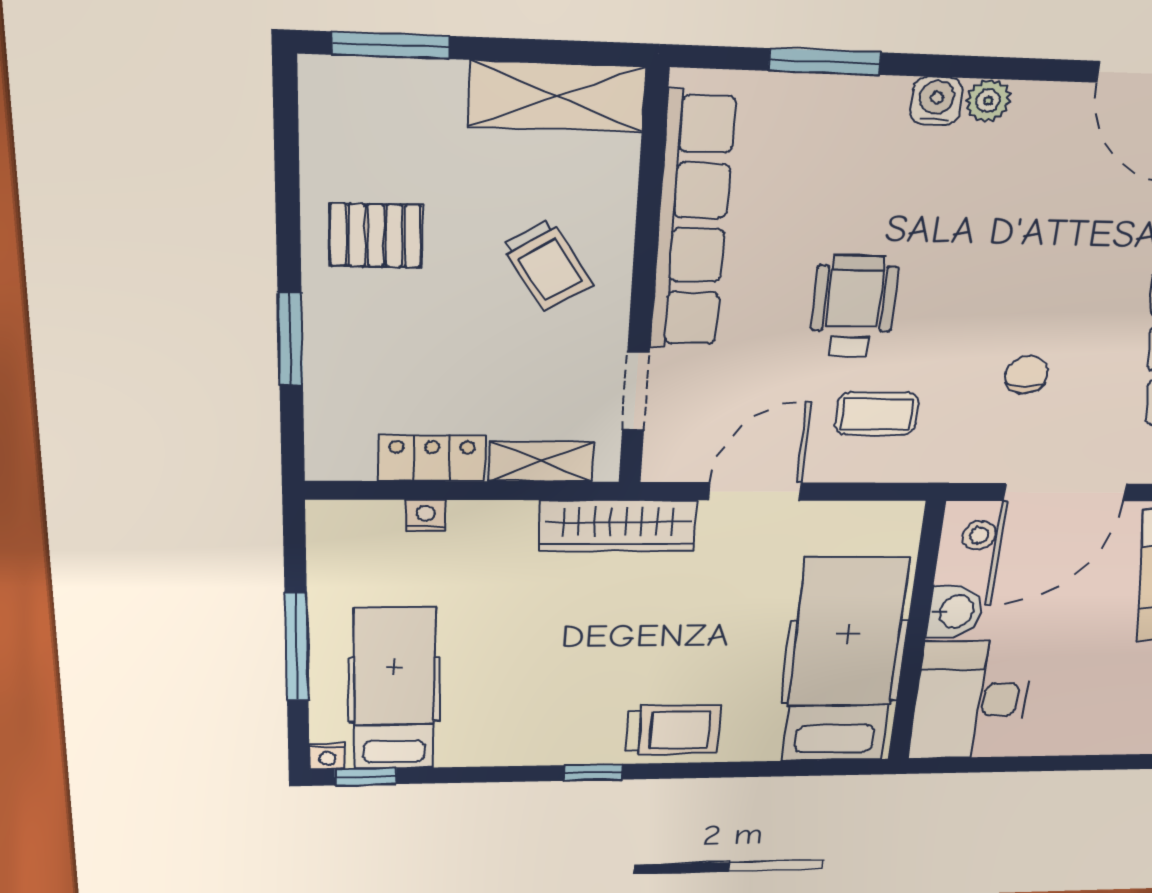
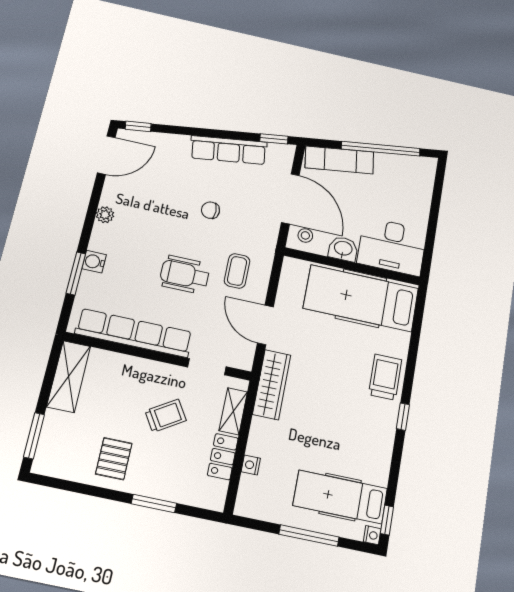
water cooler: (936, 101) -> (94, 262), moved
trolley: (547, 265) -> (166, 416), moved
chair: (1026, 375) -> (210, 210), moved

